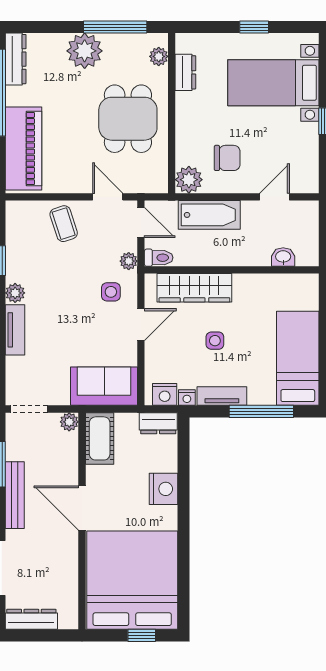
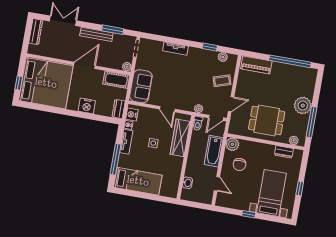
dresser: (16, 59) -> (305, 72), removed
piano: (23, 149) -> (256, 65), width x0.73, depth x0.75
side table: (111, 292) -> (185, 98), removed
plant: (15, 293) -> (223, 57), moved

